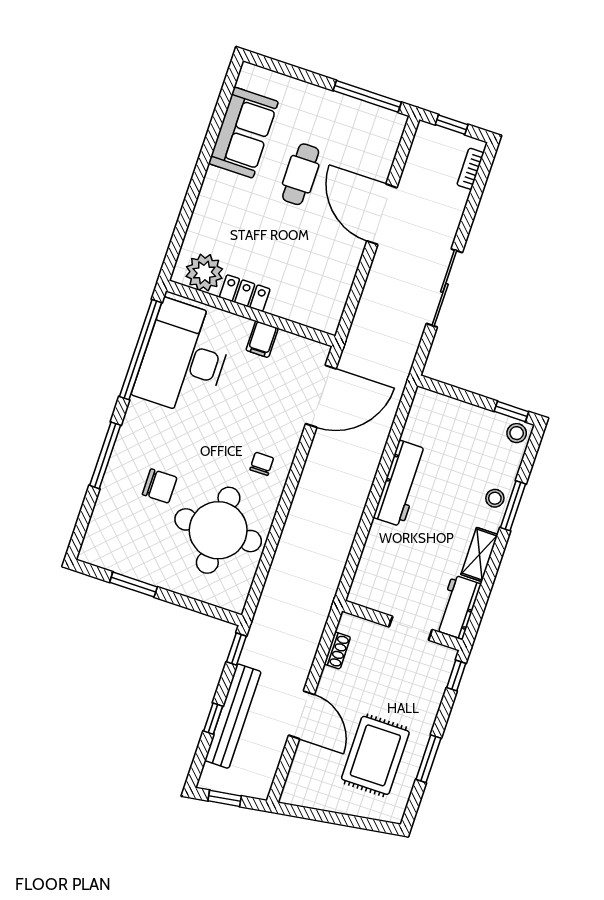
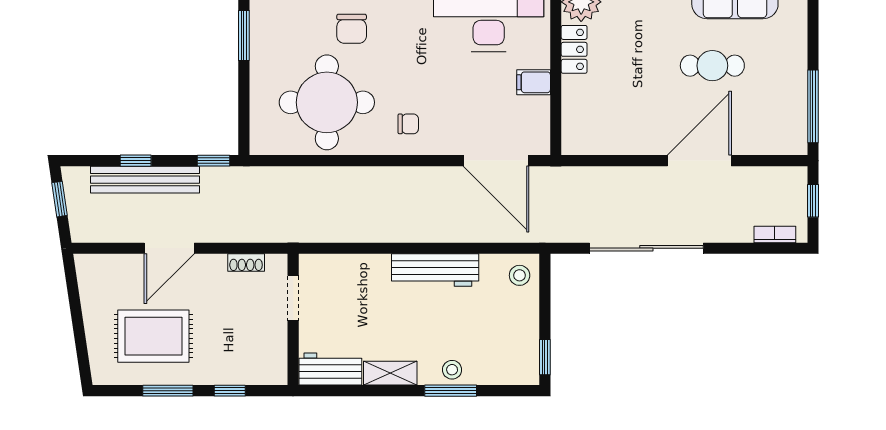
sliding door: (444, 288) -> (646, 248), width x1.36
stool: (517, 433) -> (520, 275), moved
doorway: (411, 628) -> (293, 298), moved
window: (456, 676) -> (230, 391), moved

